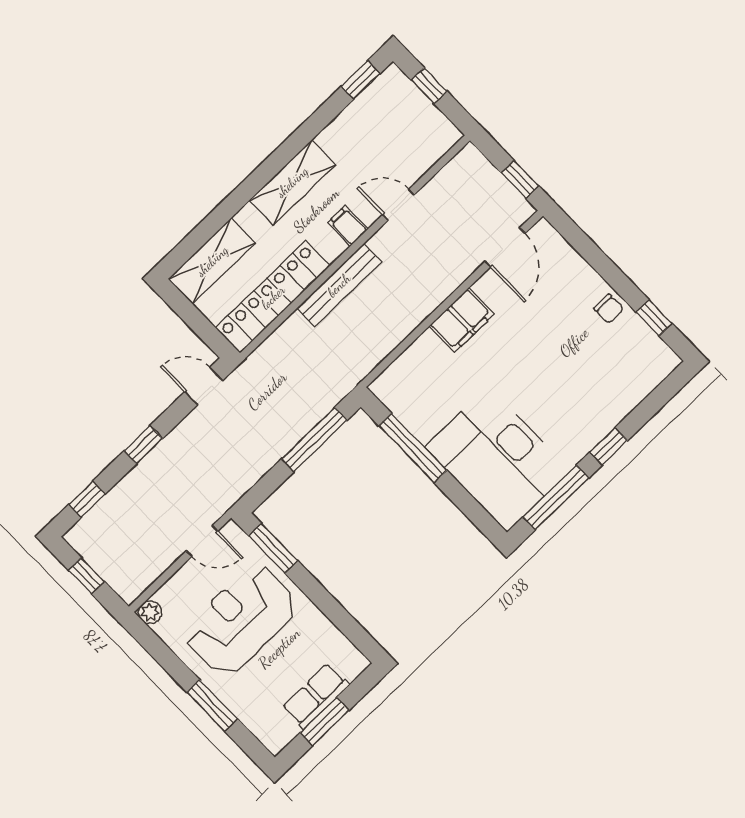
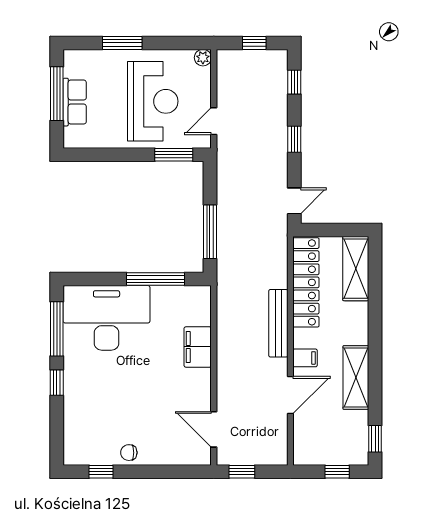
shelving: (292, 182) -> (356, 378), moved
door: (398, 205) -> (290, 395), width x1.38
filing cabinet: (462, 320) -> (198, 347), moved
window: (325, 722) -> (57, 94), width x1.44

